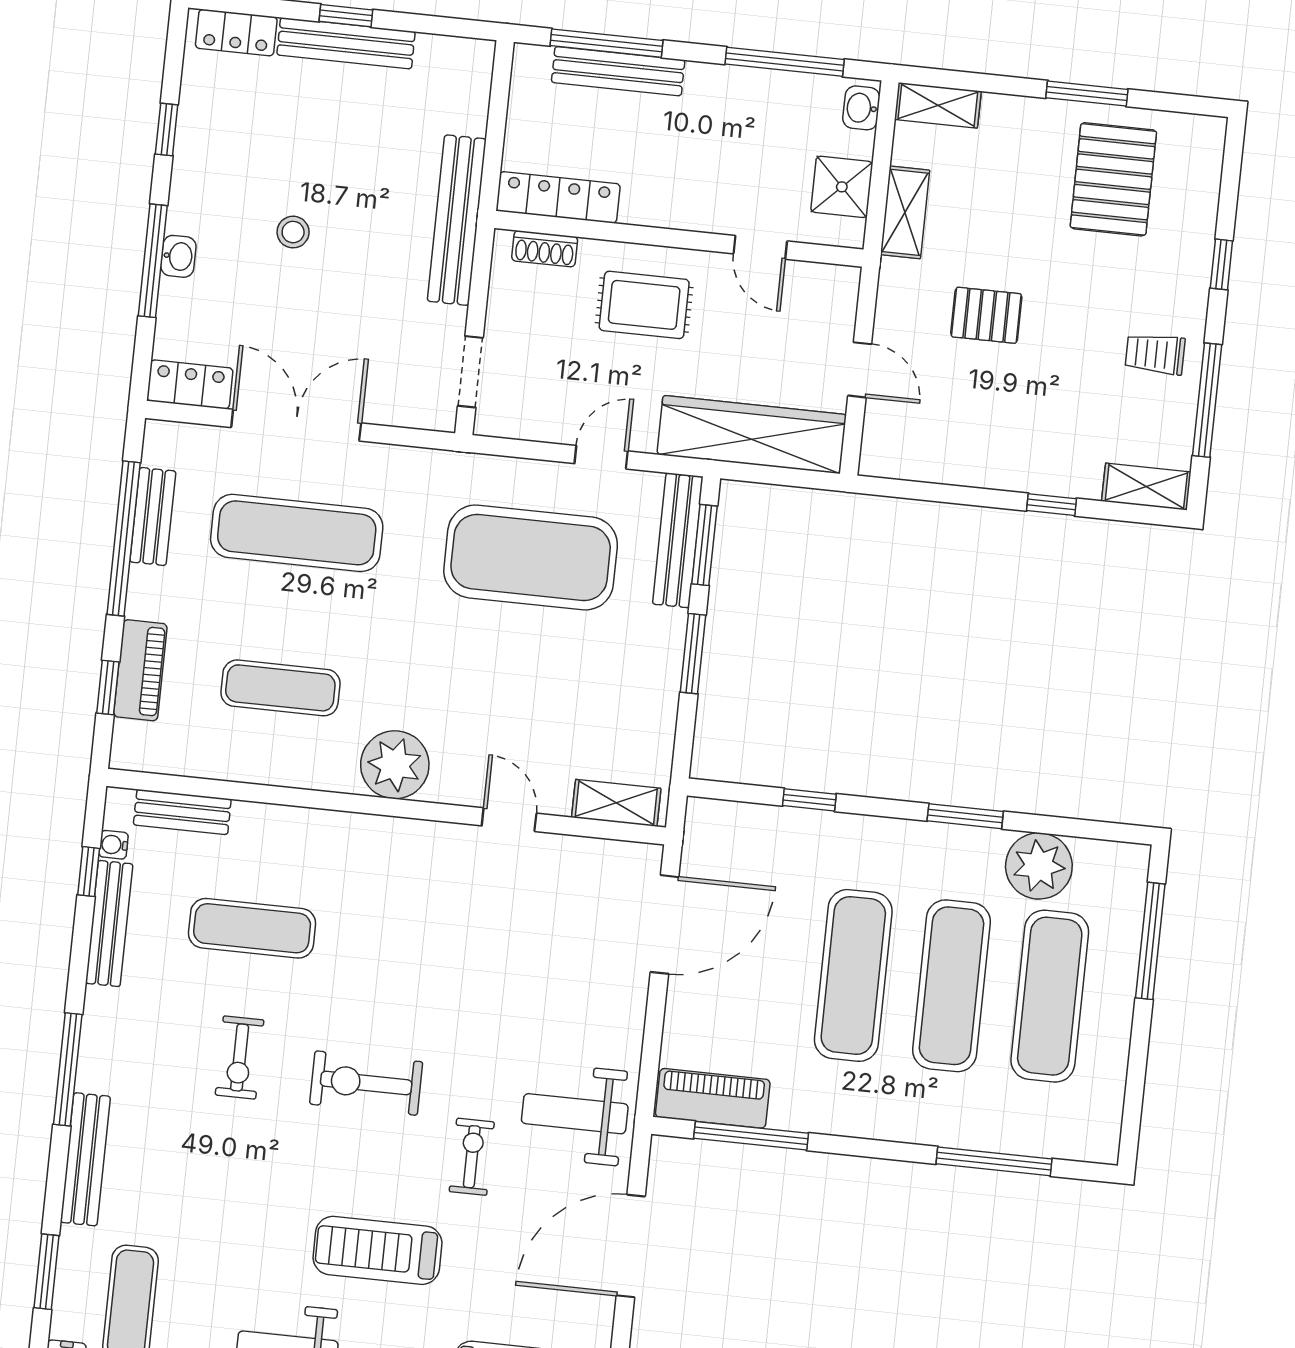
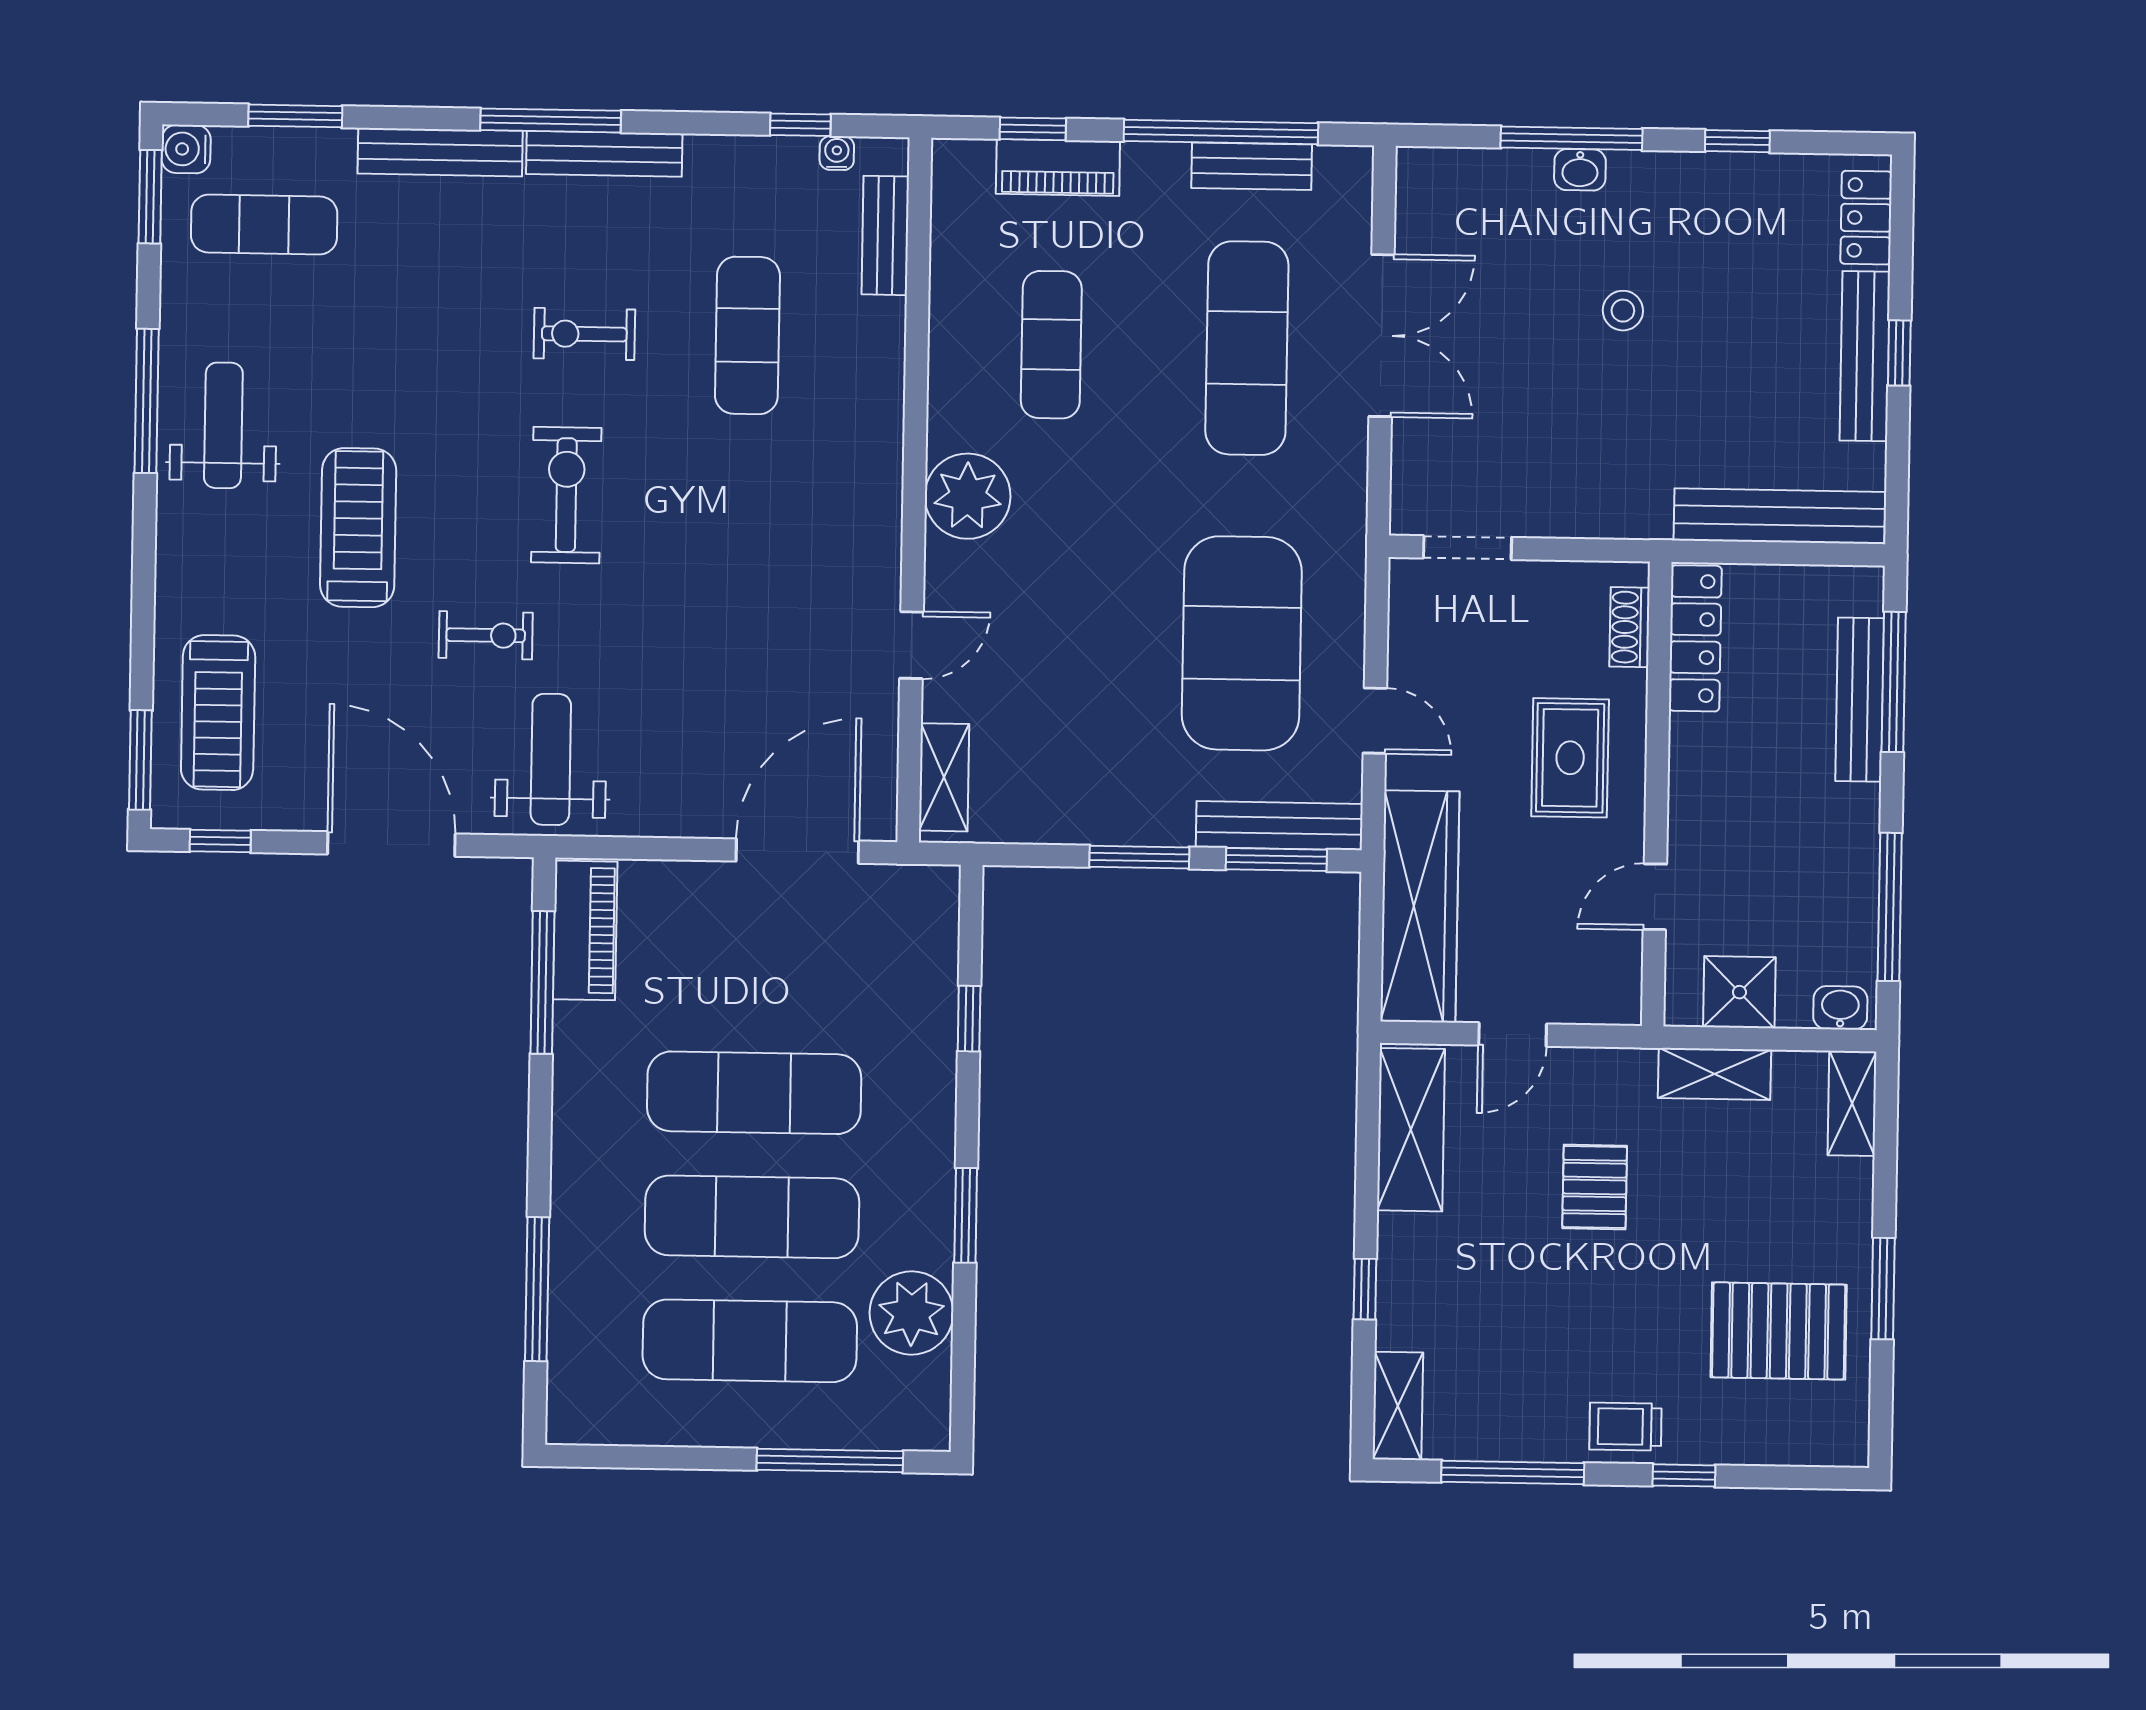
bench: (457, 220) -> (1780, 516), moved
trolley: (1155, 354) -> (1625, 1427), moved, turned -90
locker: (190, 384) -> (1421, 198), removed
shelving: (928, 457) -> (1411, 1130), added
bench: (109, 924) -> (604, 154), moved
door: (665, 924) -> (797, 851), swing flipped

